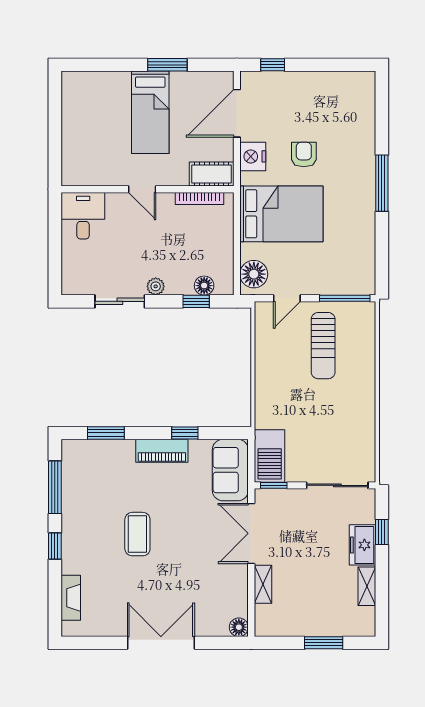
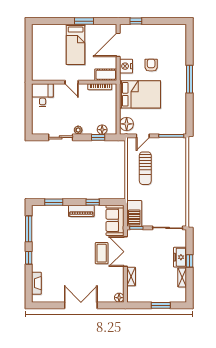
sun lounger: (323, 346) -> (145, 168), moved
window: (382, 532) -> (190, 261), moved
coffee table: (137, 534) -> (102, 253), moved

